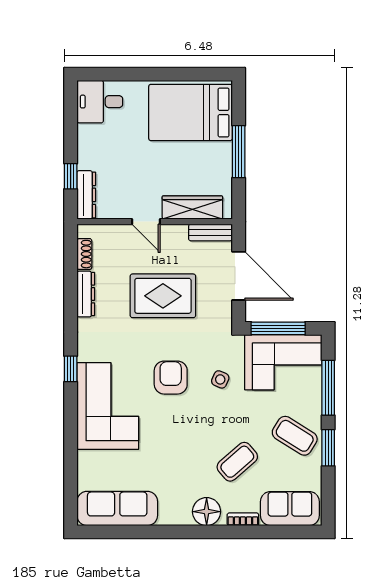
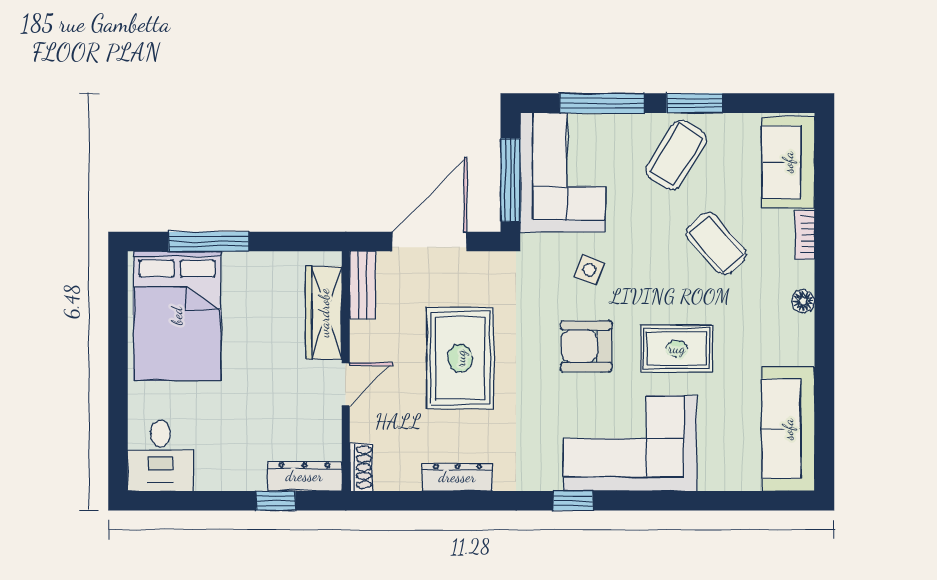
window: (239, 152) -> (209, 241), moved
shoe rack: (84, 254) -> (361, 467), moved, turned 90
rug: (169, 436) -> (677, 348), added
floor lamp: (207, 512) -> (803, 301), width x0.53, depth x0.53

